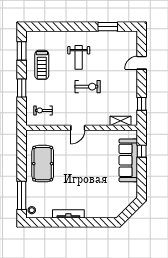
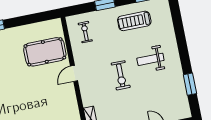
door: (78, 128) -> (74, 73), hinge flipped
pool table: (43, 164) -> (45, 52), moved

